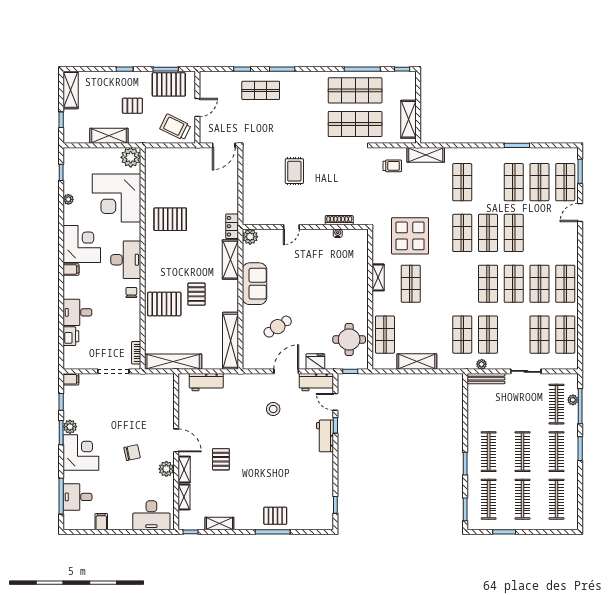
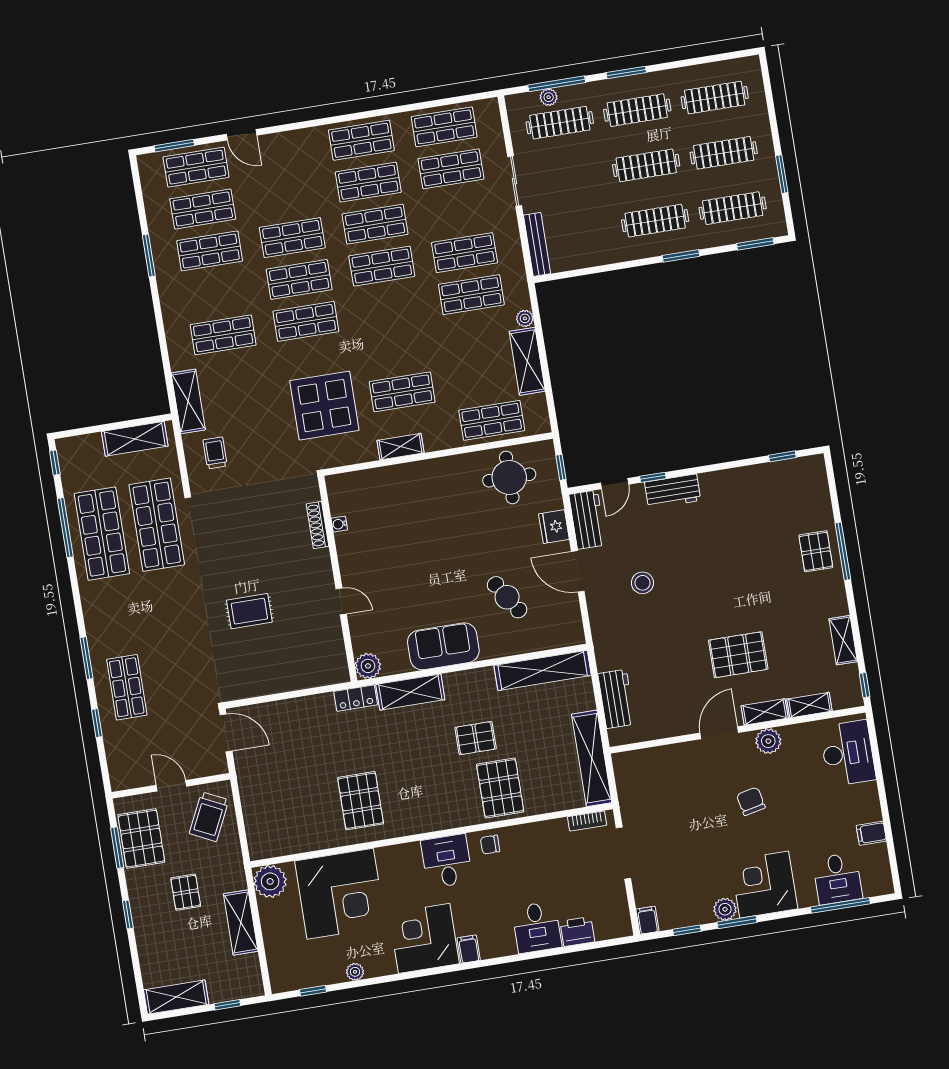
desk: (126, 260) -> (447, 861), width x0.73
plant: (482, 364) -> (525, 318), moved
pallet: (221, 459) -> (738, 655), width x1.50, depth x1.42

